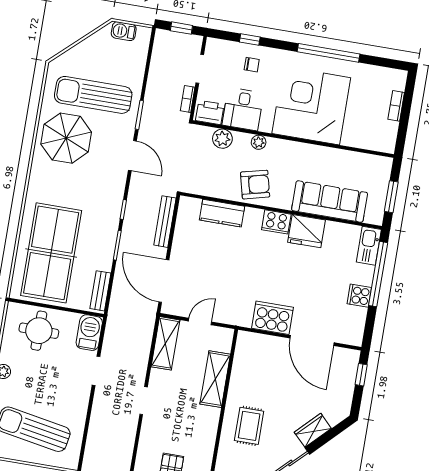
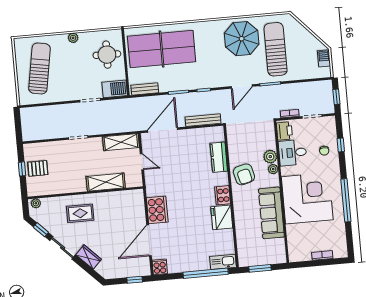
plant: (222, 139) -> (270, 157), moved
sofa: (330, 202) -> (271, 213), moved, turned 180
cooker: (359, 296) -> (160, 267), moved

